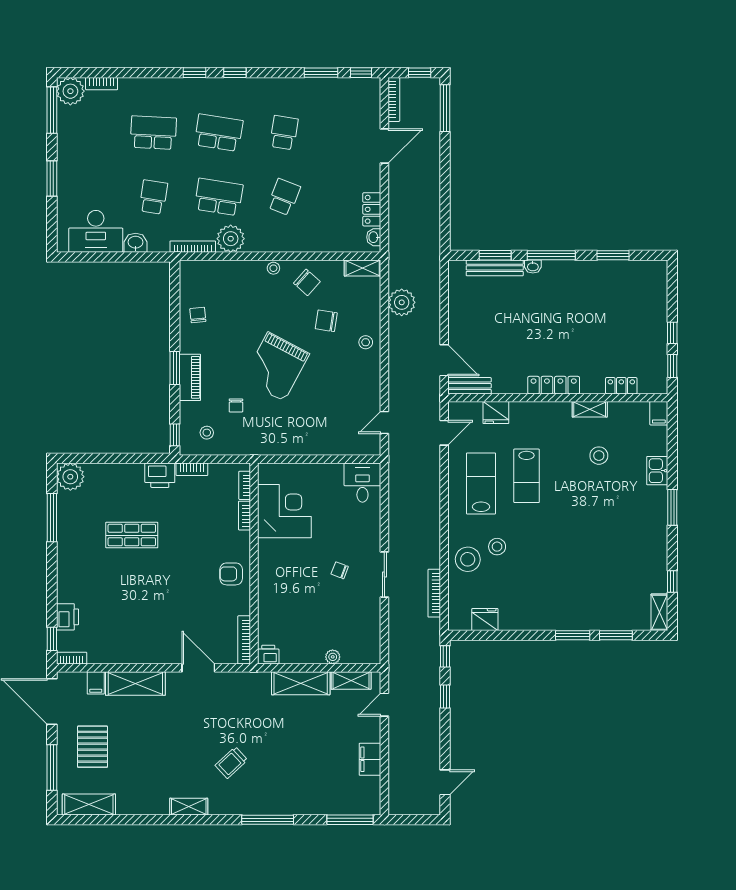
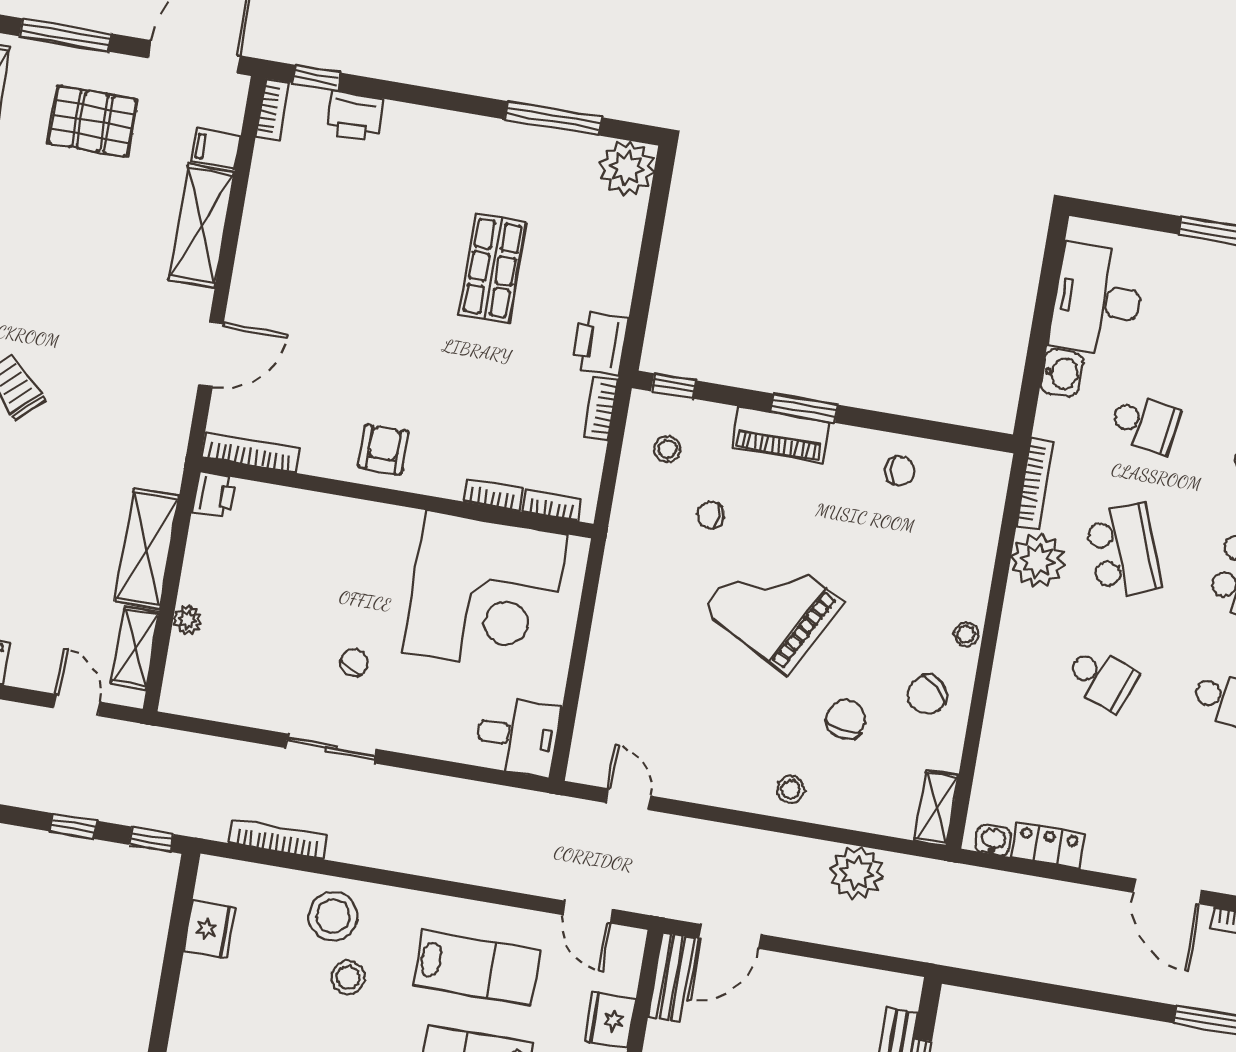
school desk: (219, 197) -> (1123, 551), turned -30
corner desk: (284, 511) -> (485, 593), width x1.36, depth x1.36

